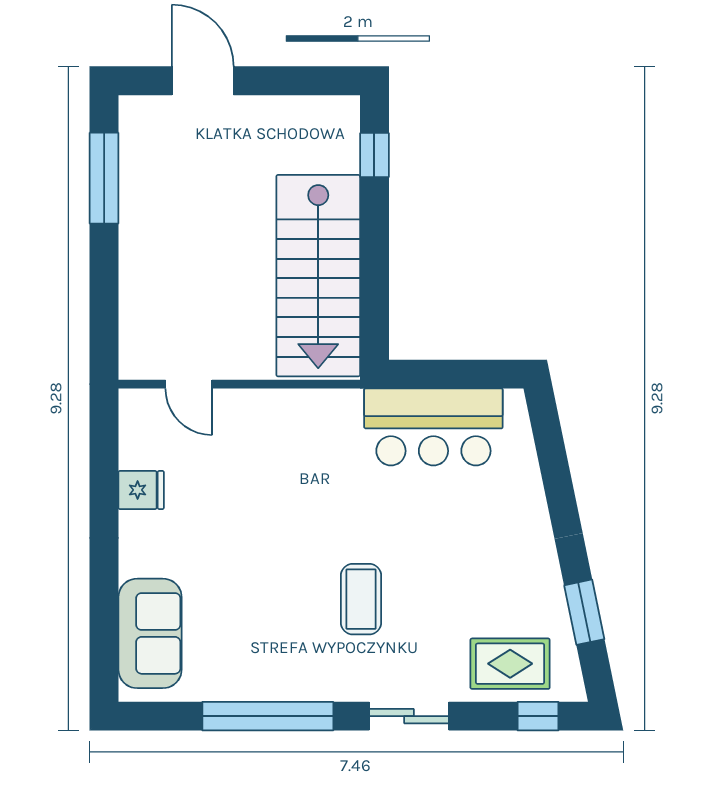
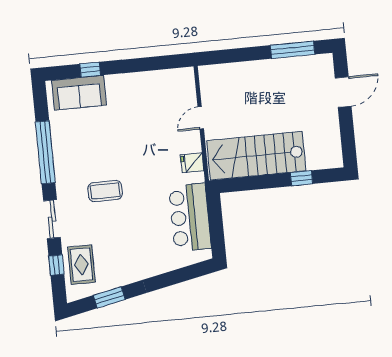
window: (374, 155) -> (302, 178), moved
door: (189, 384) -> (201, 118), moved
fridge: (141, 490) -> (192, 163), moved, turned 90
window: (104, 605) -> (90, 70), added
window: (538, 716) -> (56, 265), moved

